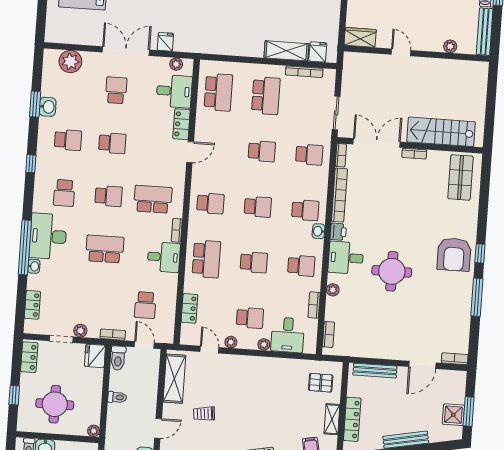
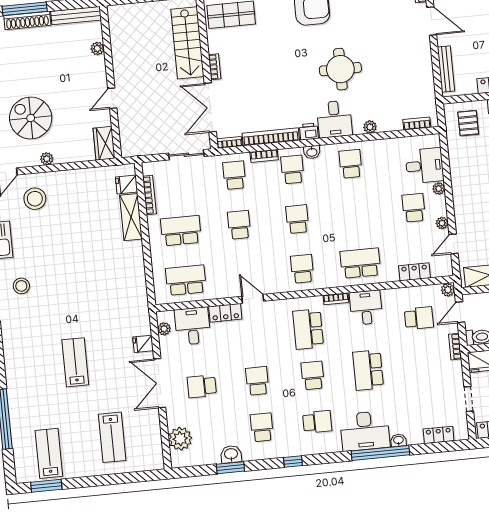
school desk: (254, 262) -> (355, 213), removed
bookcase: (314, 305) -> (264, 156), moved
plant: (80, 331) -> (448, 290), moved

